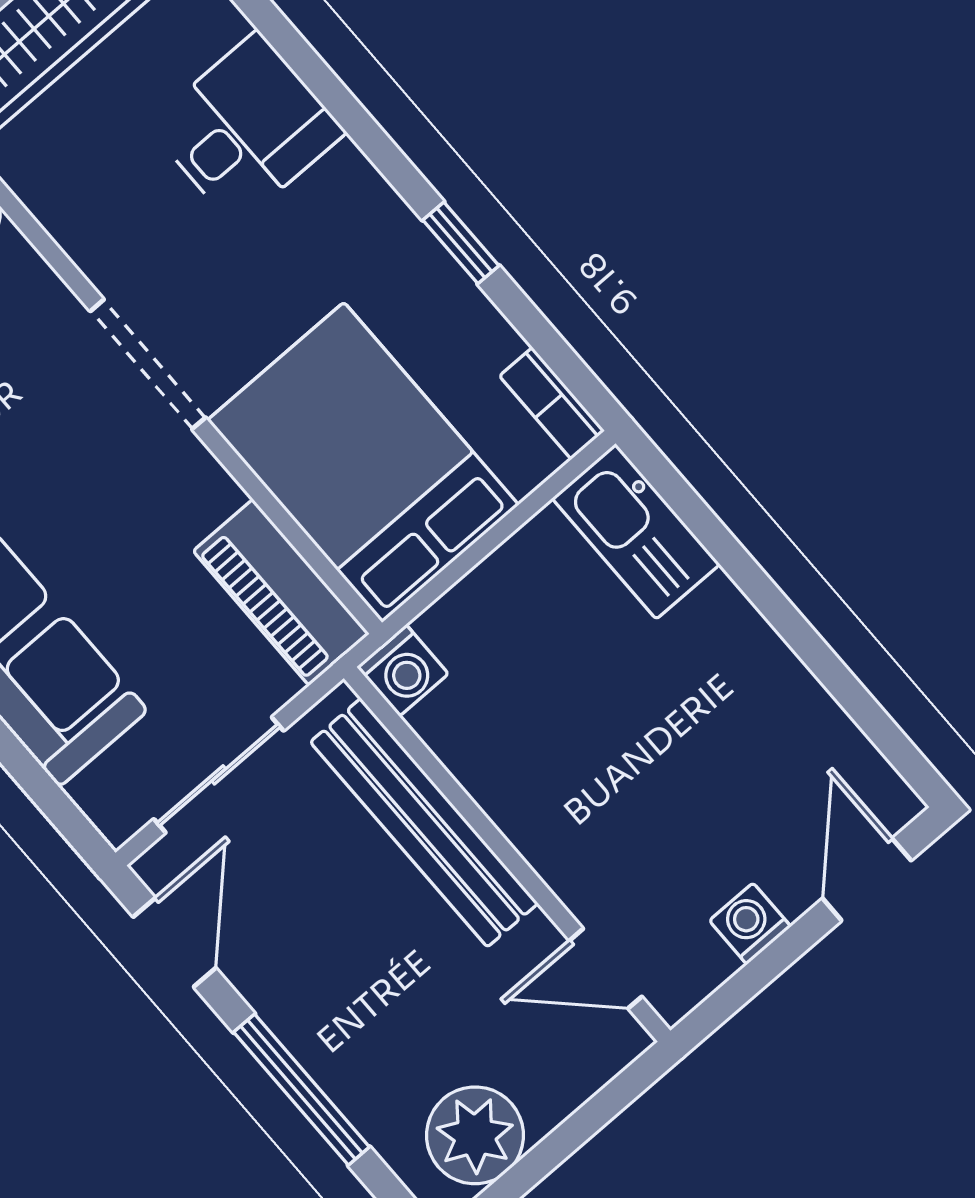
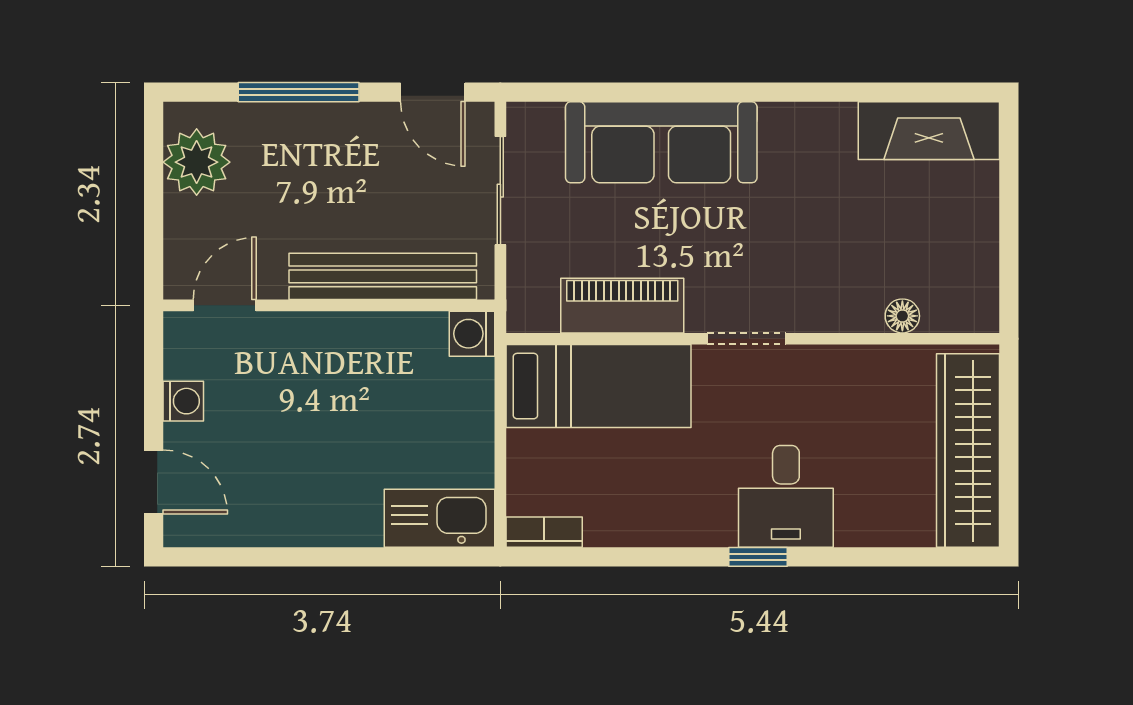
desk: (246, 129) -> (786, 496), moved
window: (461, 243) -> (758, 557), moved
doorway: (148, 364) -> (747, 339), width x0.73
bed: (363, 462) -> (598, 386), width x0.67
piano: (281, 592) -> (622, 306), moved

